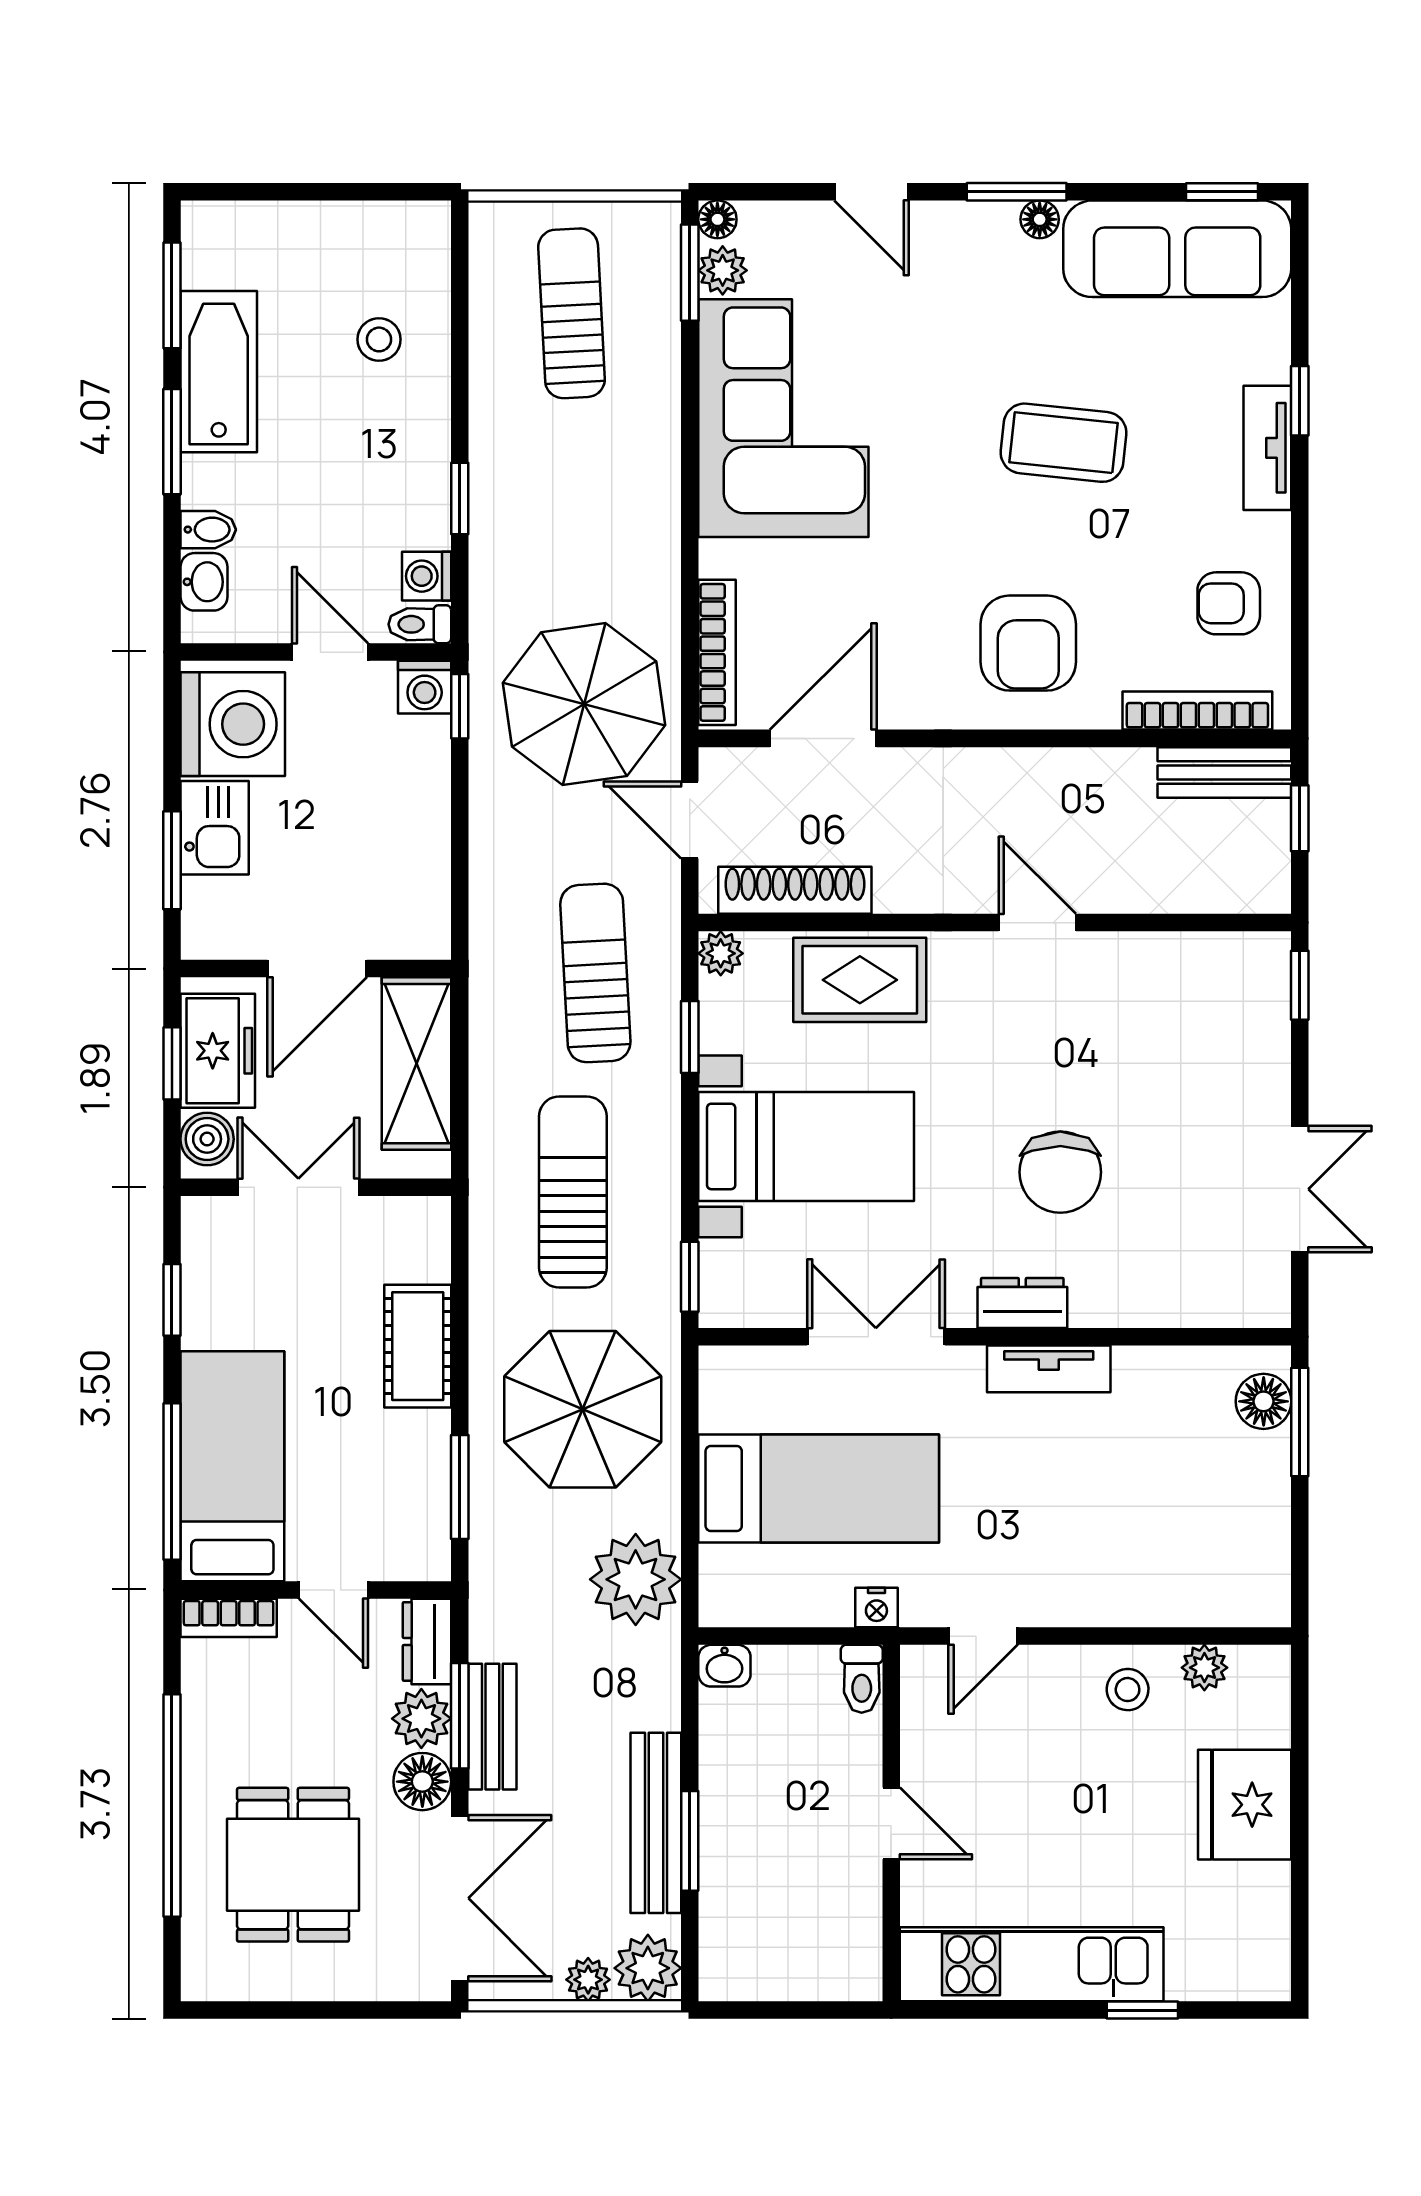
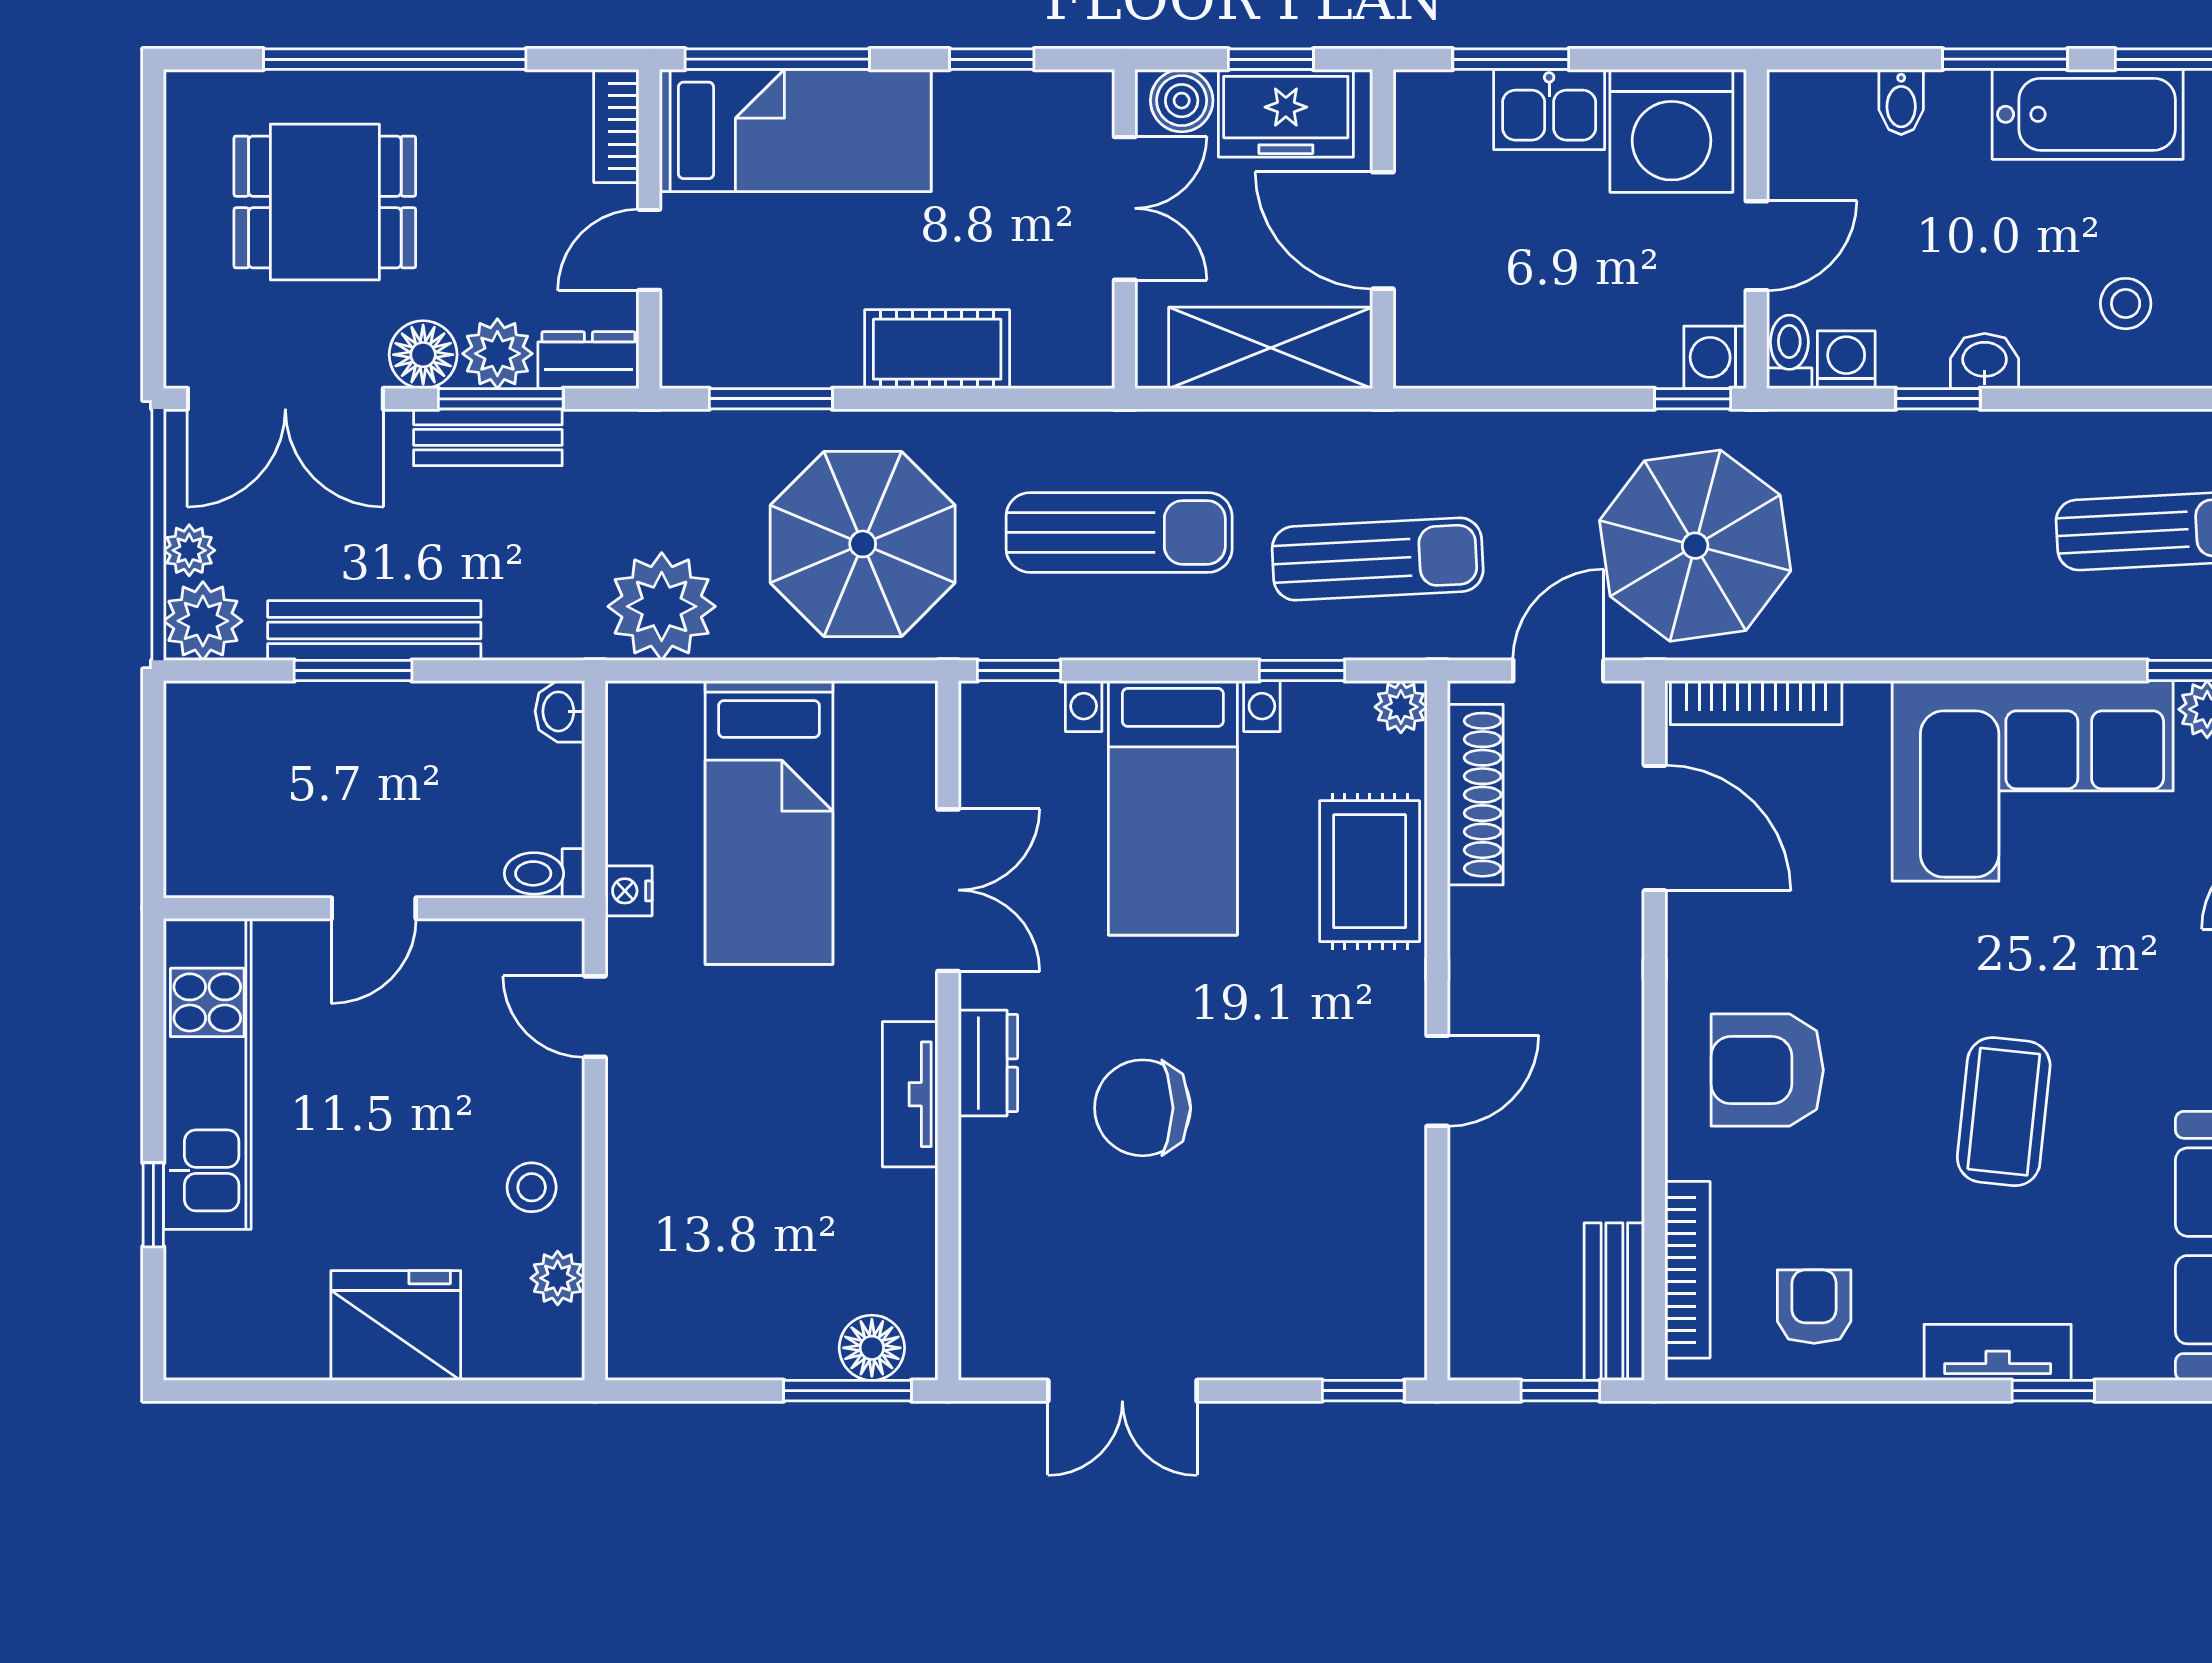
washbasin: (204, 582) -> (1985, 361), moved, turned 180

